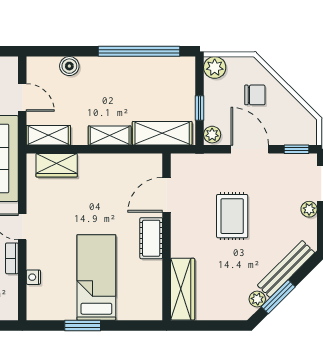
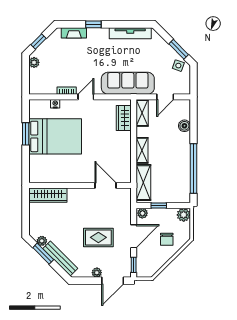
rug: (232, 216) -> (98, 237), moved
cot: (151, 238) -> (79, 176), removed
bed: (96, 277) -> (55, 136), width x1.50

